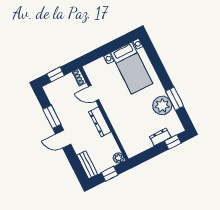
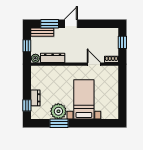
bed with nightstands: (132, 68) -> (84, 99), moved, turned 90
door: (94, 93) -> (94, 64), hinge flipped
window: (52, 117) -> (50, 24), moved
dresser: (100, 122) -> (53, 58), moved

